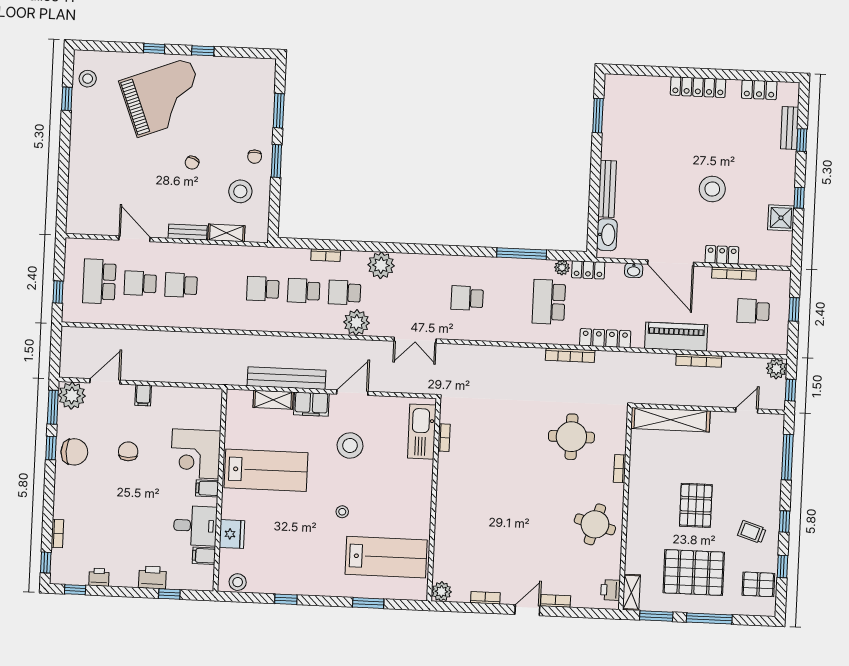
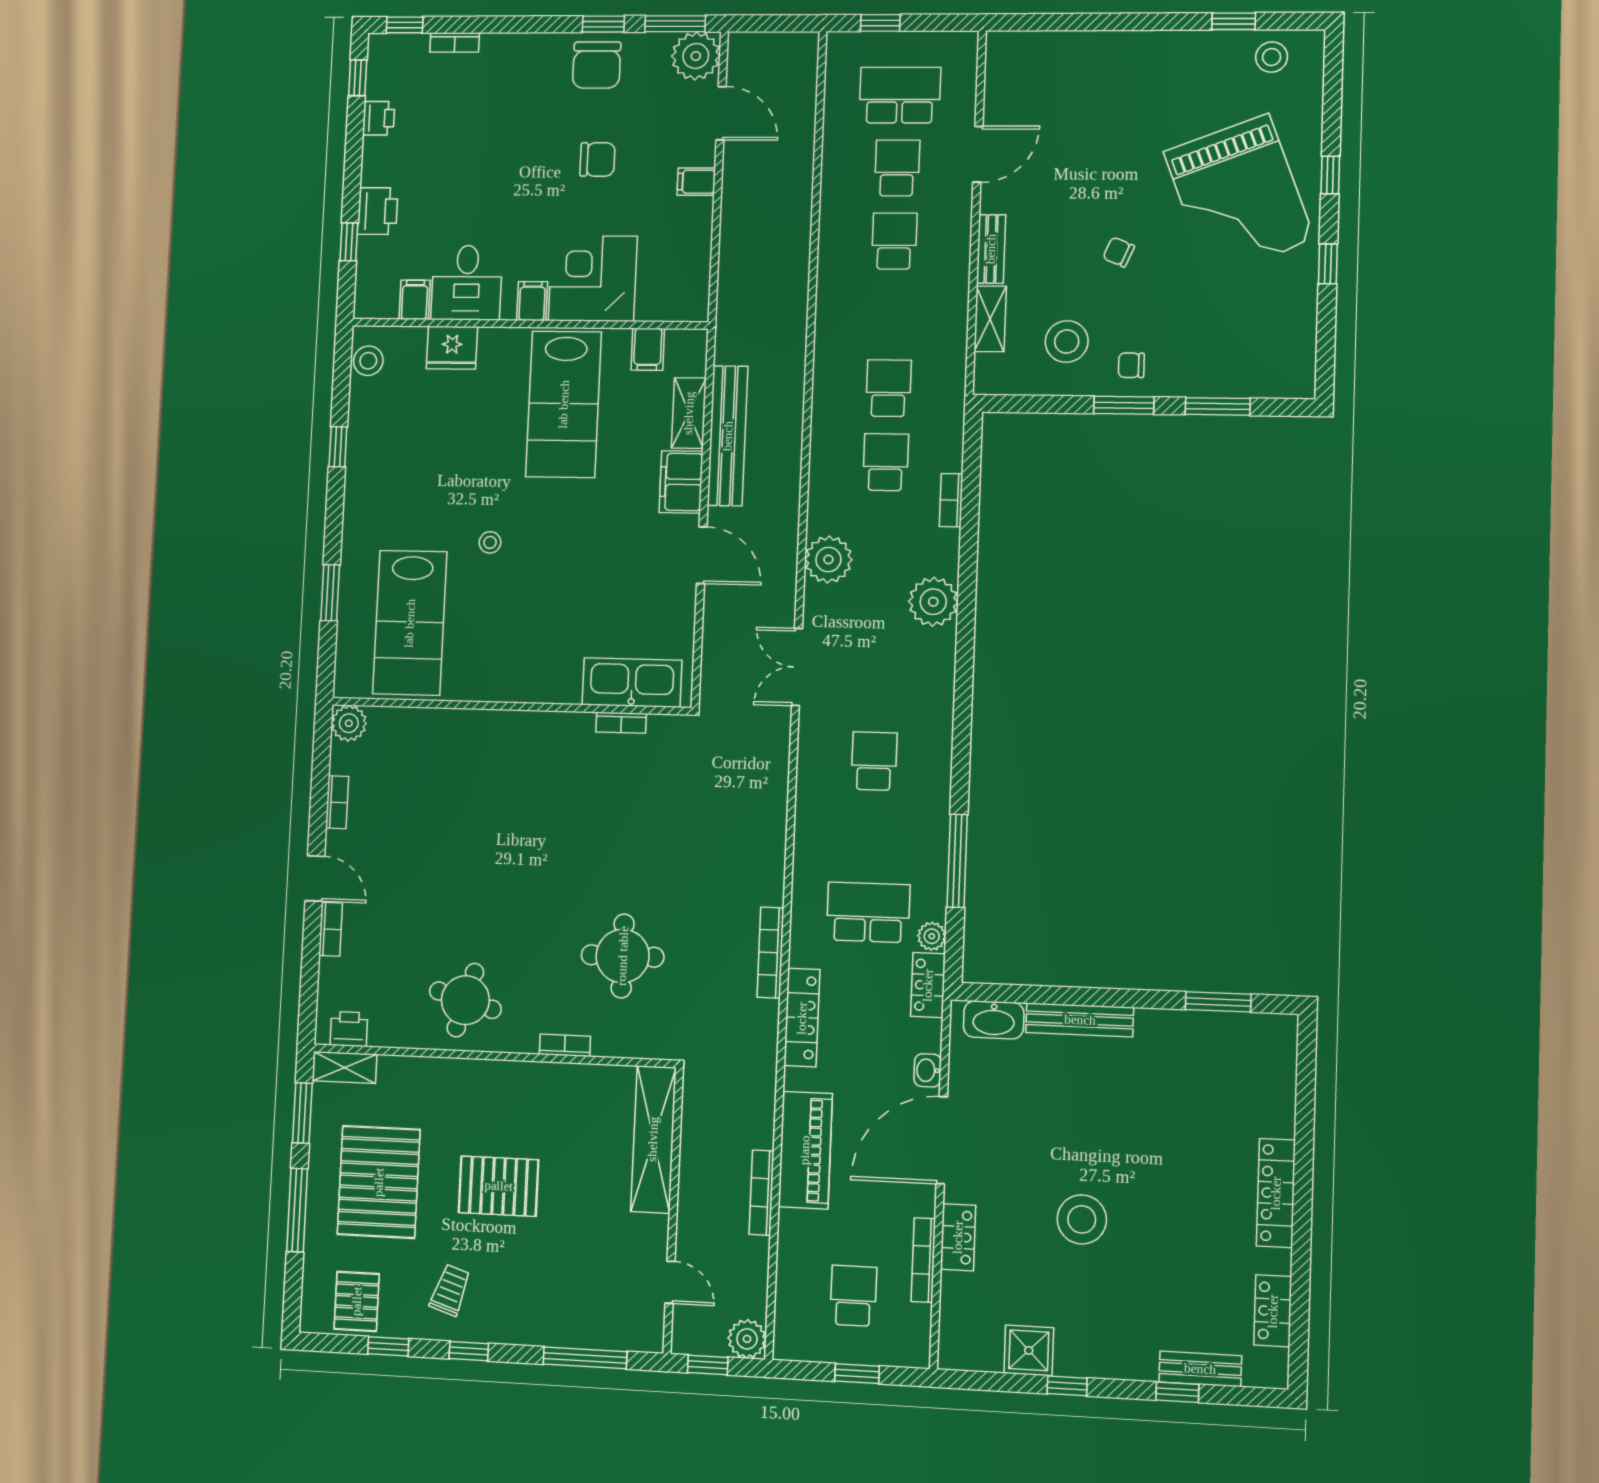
school desk: (345, 293) -> (883, 536), removed
filing cabinet: (237, 423) -> (648, 349), added
stool: (350, 446) -> (607, 553), removed

